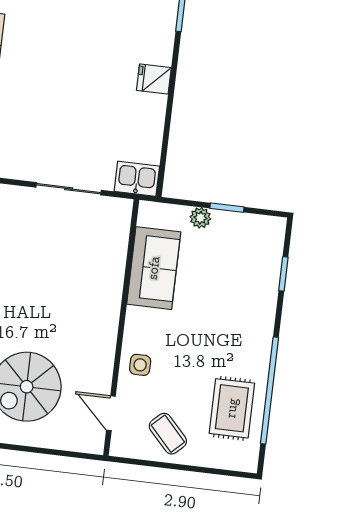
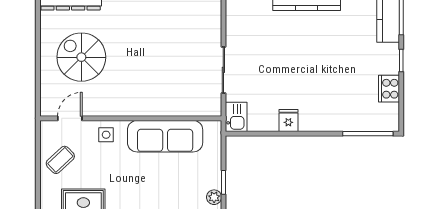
fridge: (154, 79) -> (288, 121), moved
plant: (200, 218) -> (214, 197), moved
sofa: (154, 268) -> (165, 136), width x1.36

